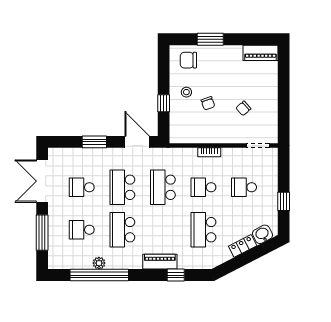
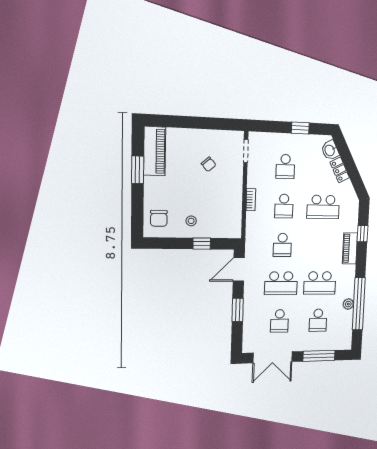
window: (210, 39) -> (138, 170), moved
piano: (261, 53) -> (155, 151), width x1.37, depth x1.33
chair: (208, 103) -> (203, 200), removed
school desk: (163, 187) -> (282, 245), width x0.54

